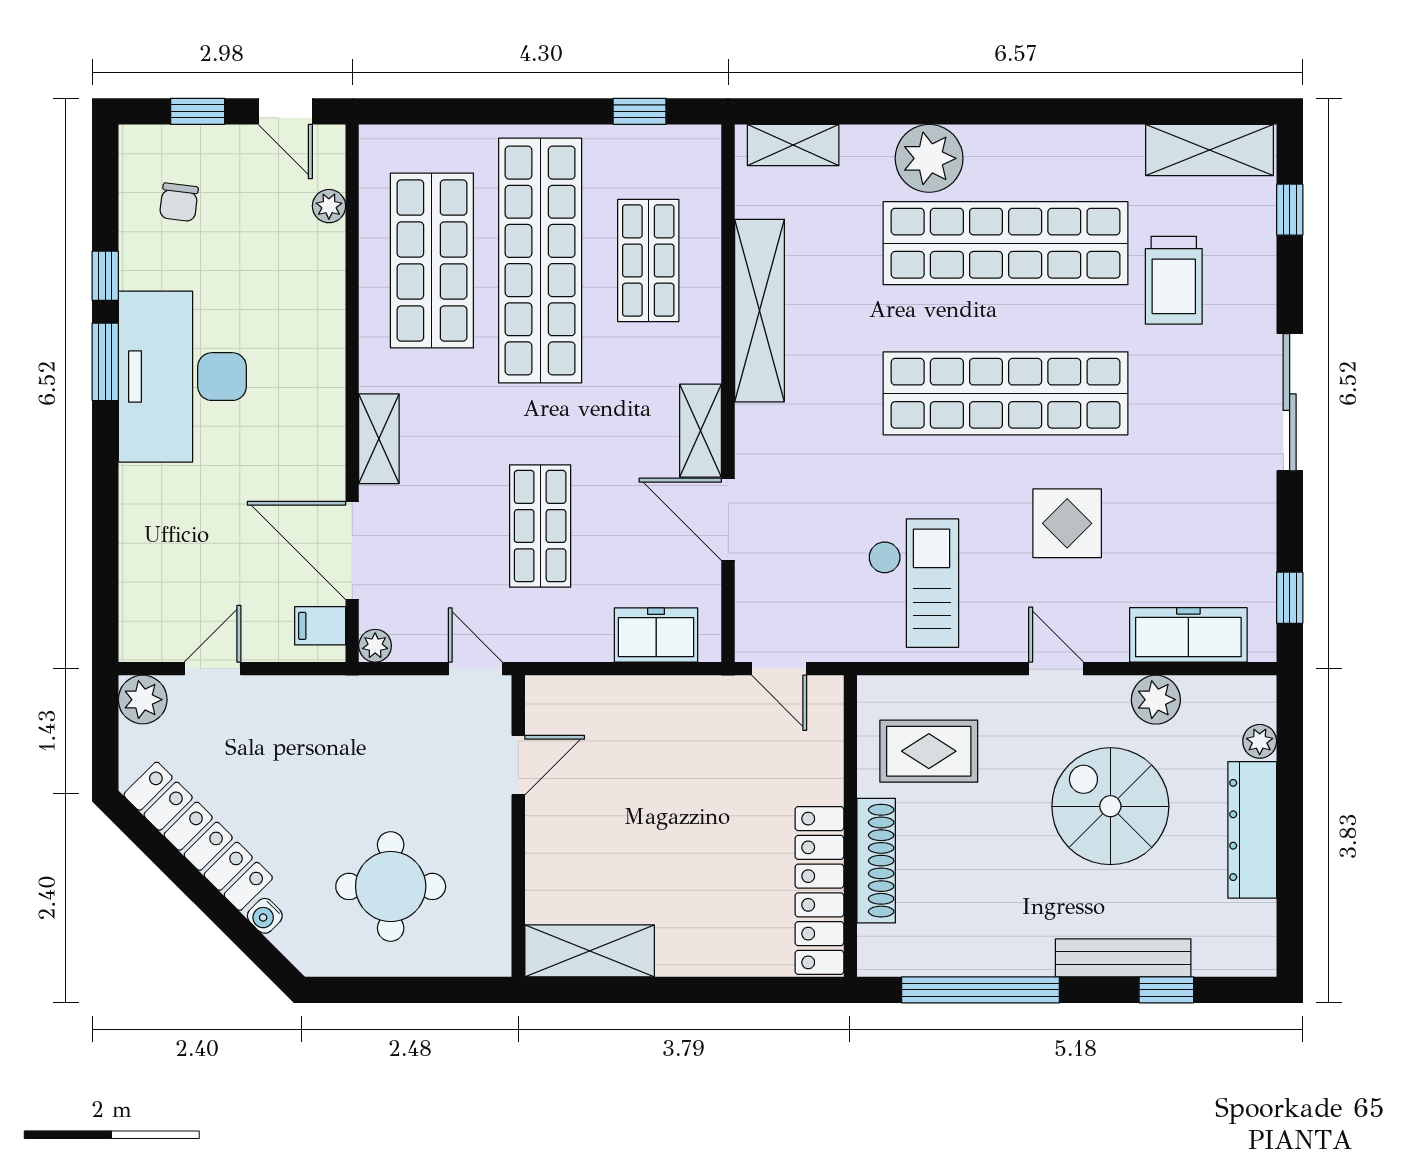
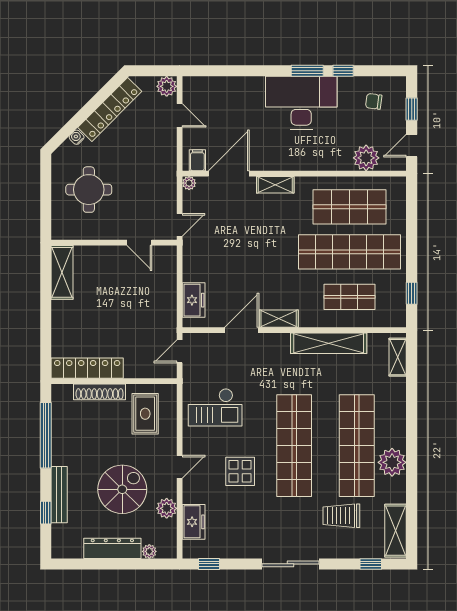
plant: (929, 158) -> (392, 462), moved
plant: (329, 206) -> (366, 158), width x1.88, depth x1.88
shop shelf: (540, 526) -> (239, 252), removed
freezer: (1188, 635) -> (194, 522), width x0.71

